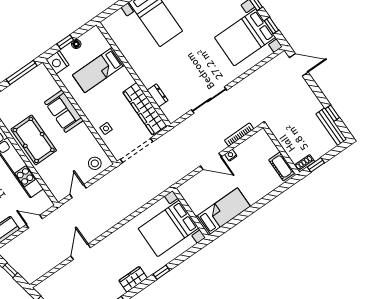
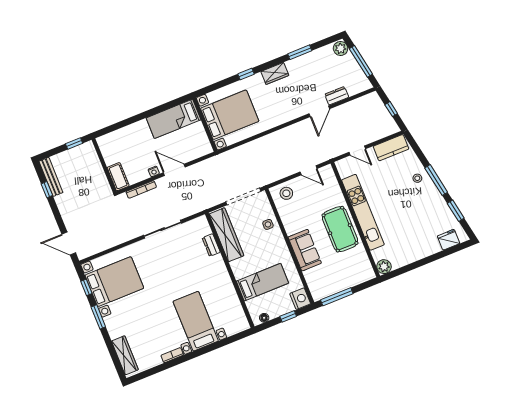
floor lamp: (76, 44) -> (264, 318), moved
shoe rack: (304, 163) -> (85, 147), removed
cot: (282, 166) -> (118, 177), moved
door: (78, 191) -> (309, 170), hinge flipped
dresser: (67, 271) -> (337, 96), added

